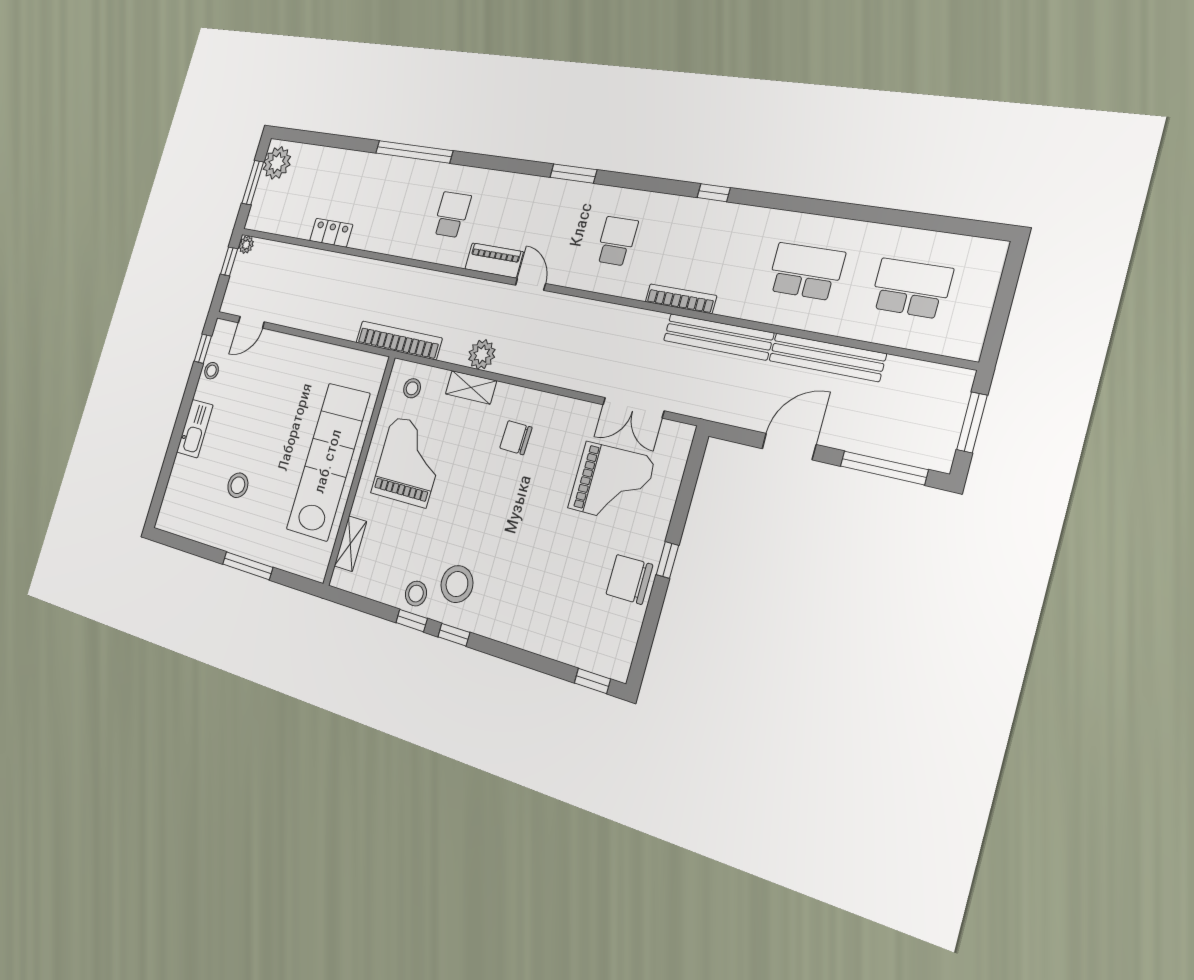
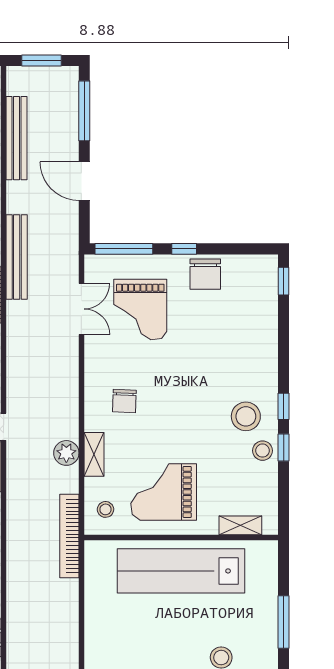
bench: (827, 357) -> (16, 138), moved
window: (689, 480) -> (124, 249), added
grand piano: (611, 483) -> (140, 310), turned 180

